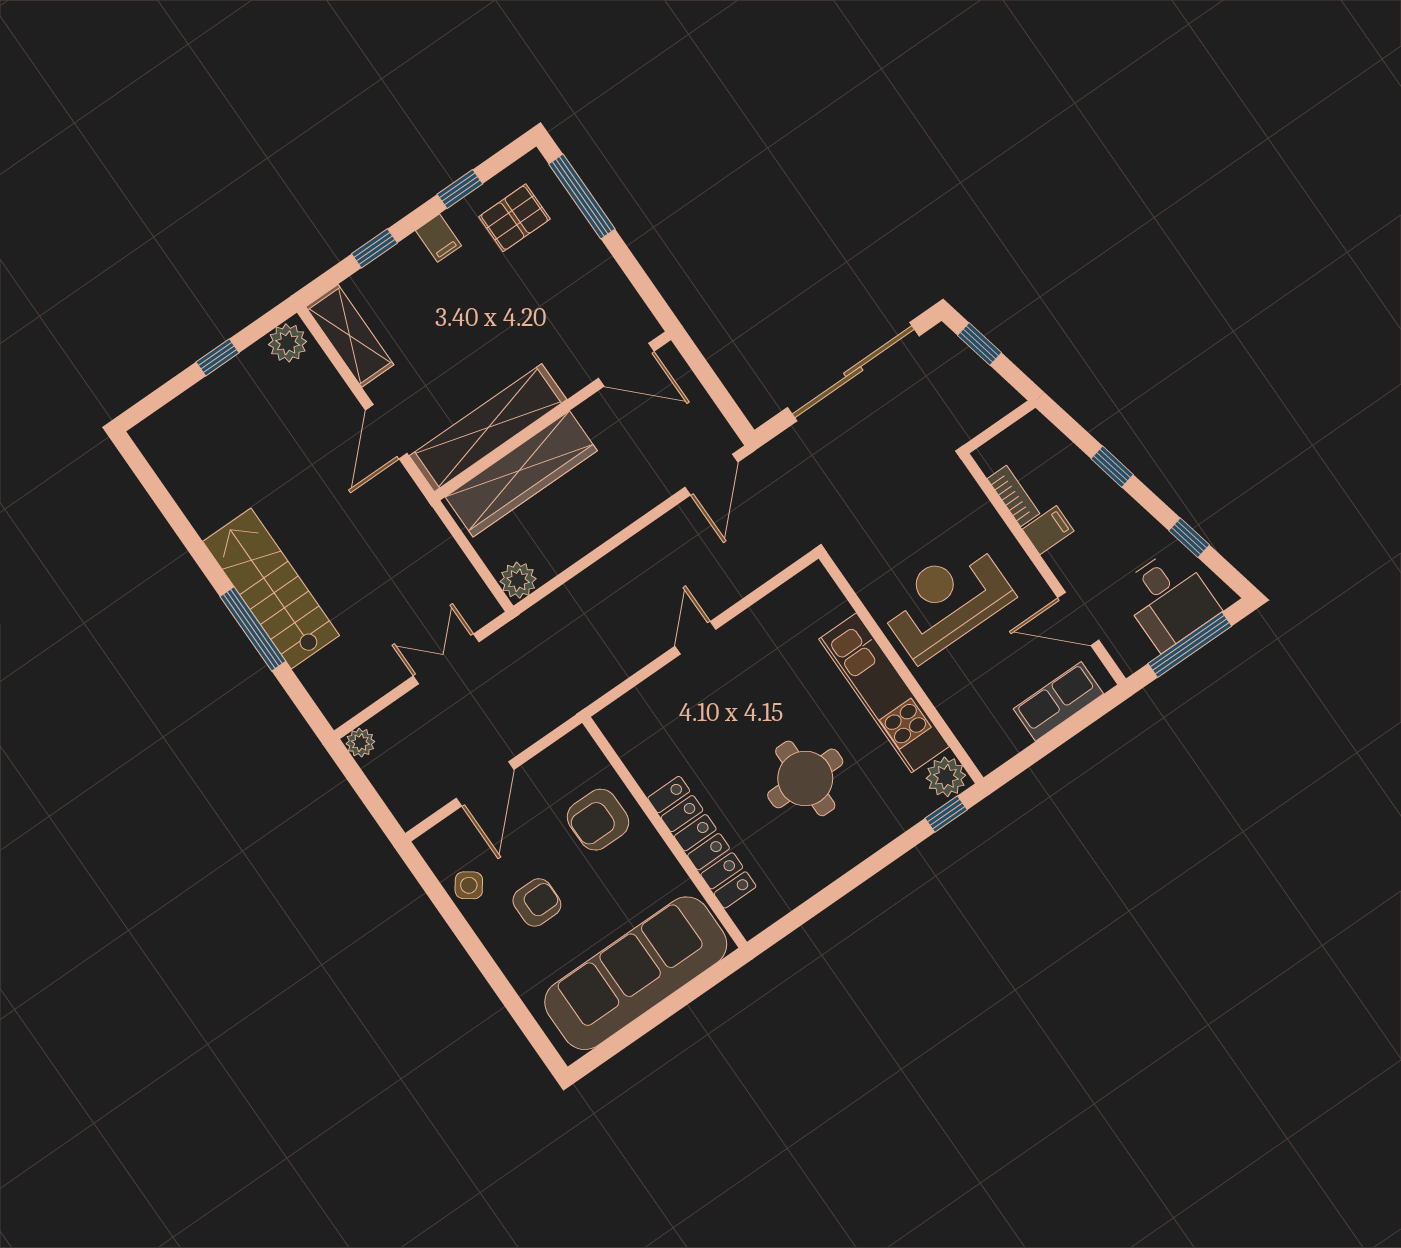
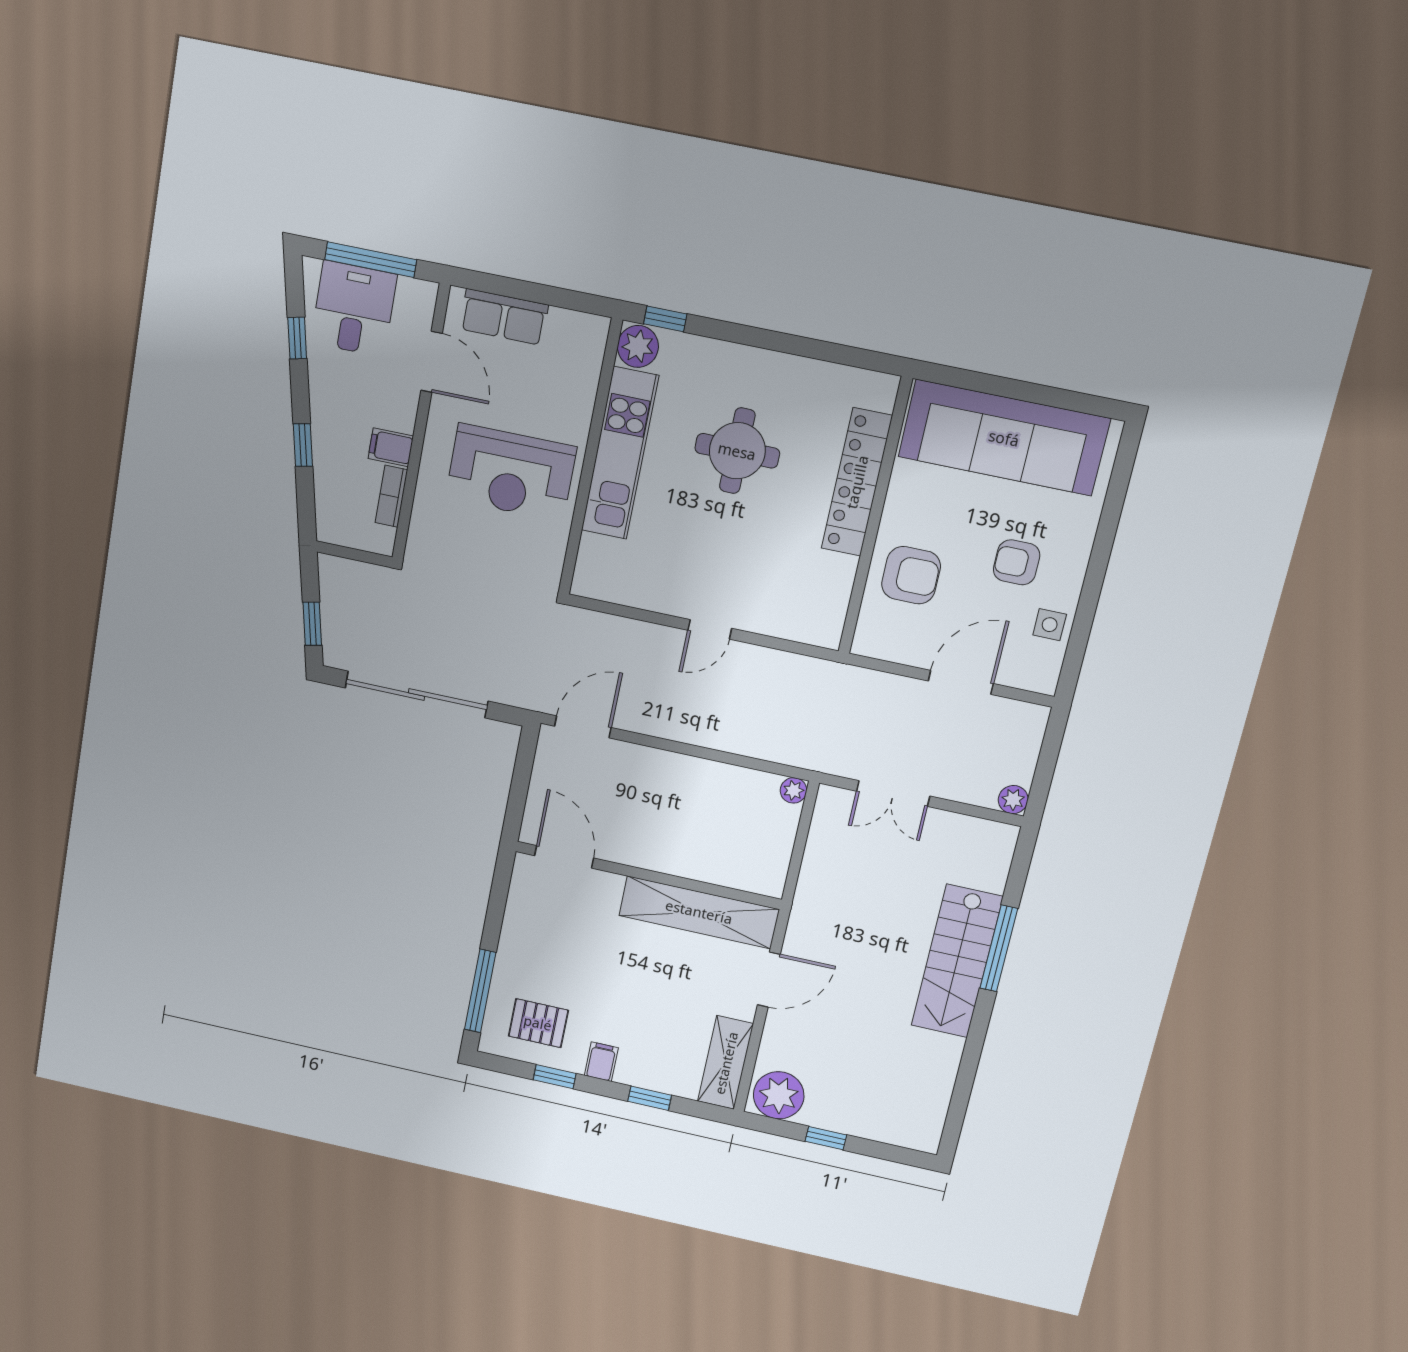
plant: (288, 343) -> (779, 1095), width x1.36, depth x1.36
wardrobe: (521, 474) -> (710, 860), removed
plant: (518, 580) -> (793, 790), width x0.73, depth x0.73
side table: (469, 885) -> (1050, 625), turned -36

